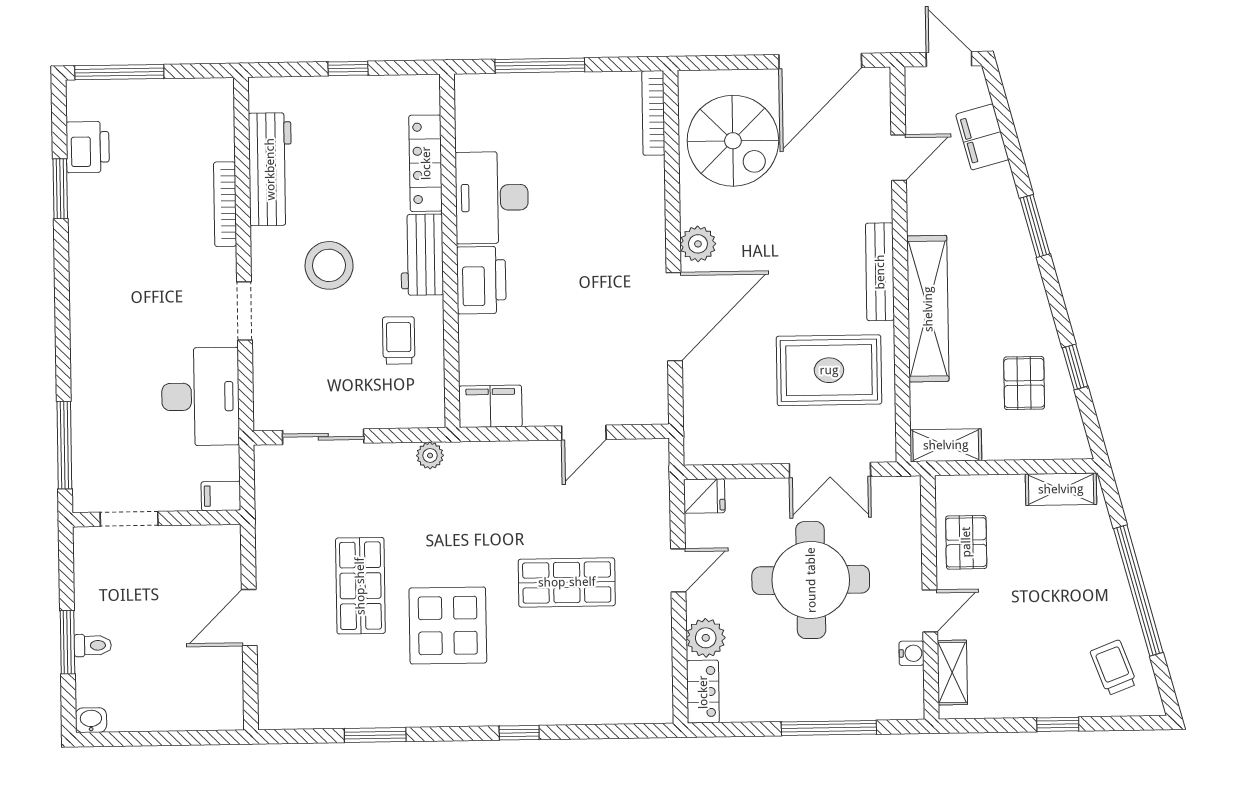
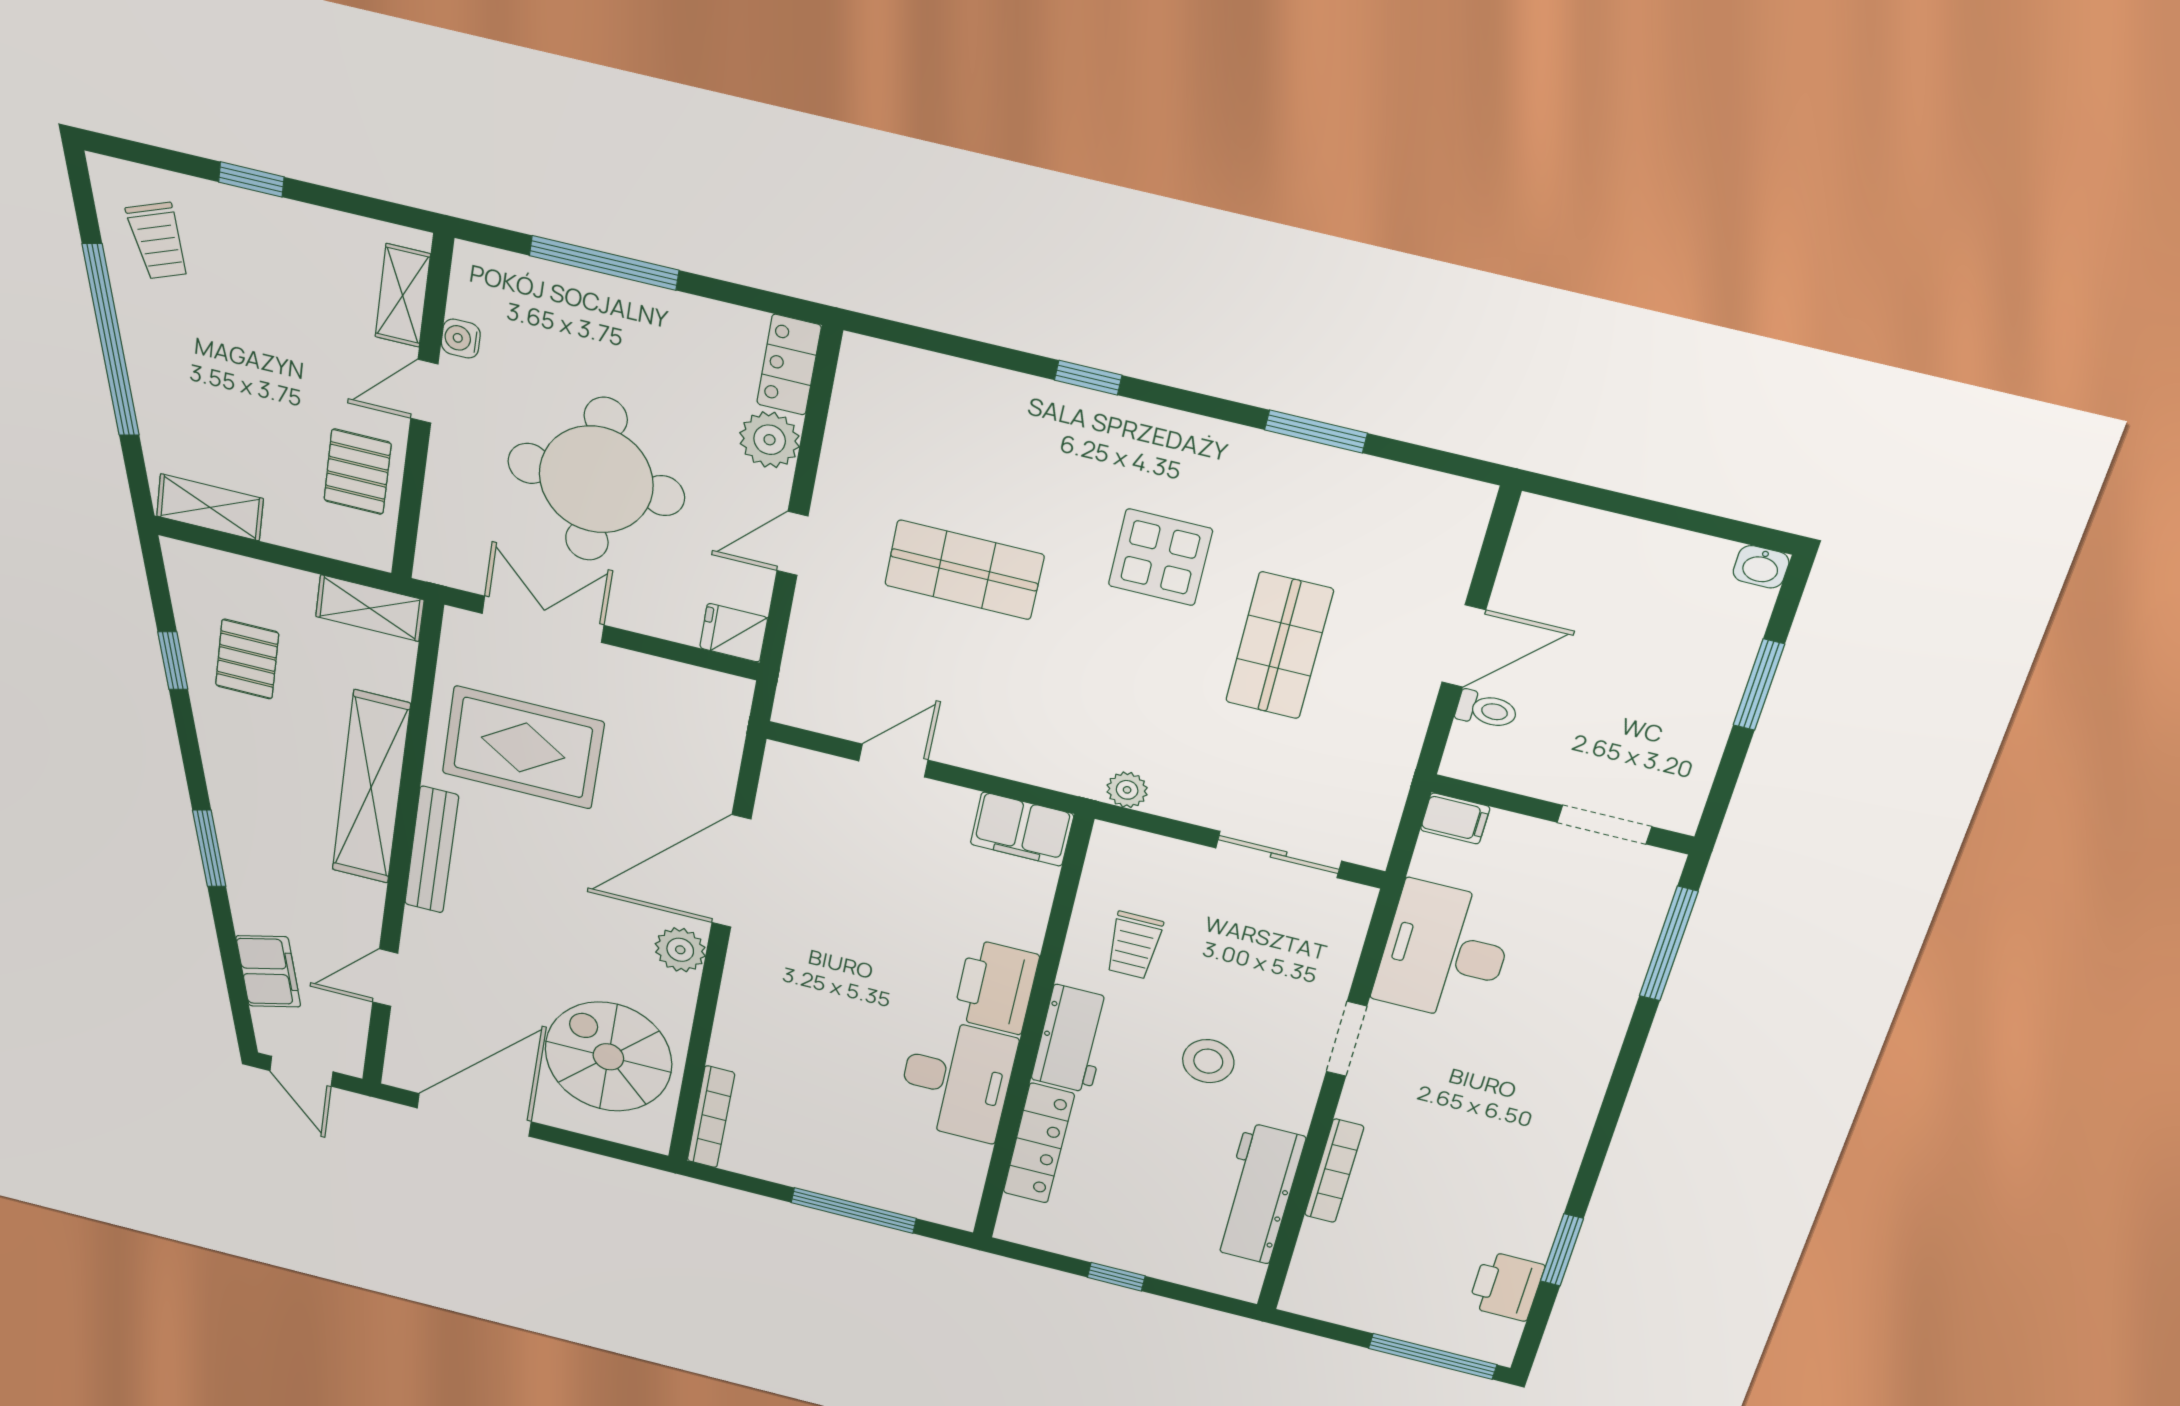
stool: (329, 265) -> (1208, 1061), width x0.73, depth x0.73
display table: (448, 625) -> (1160, 557), width x0.73, depth x0.73
toilet: (93, 645) -> (1487, 710), moved, turned 180

